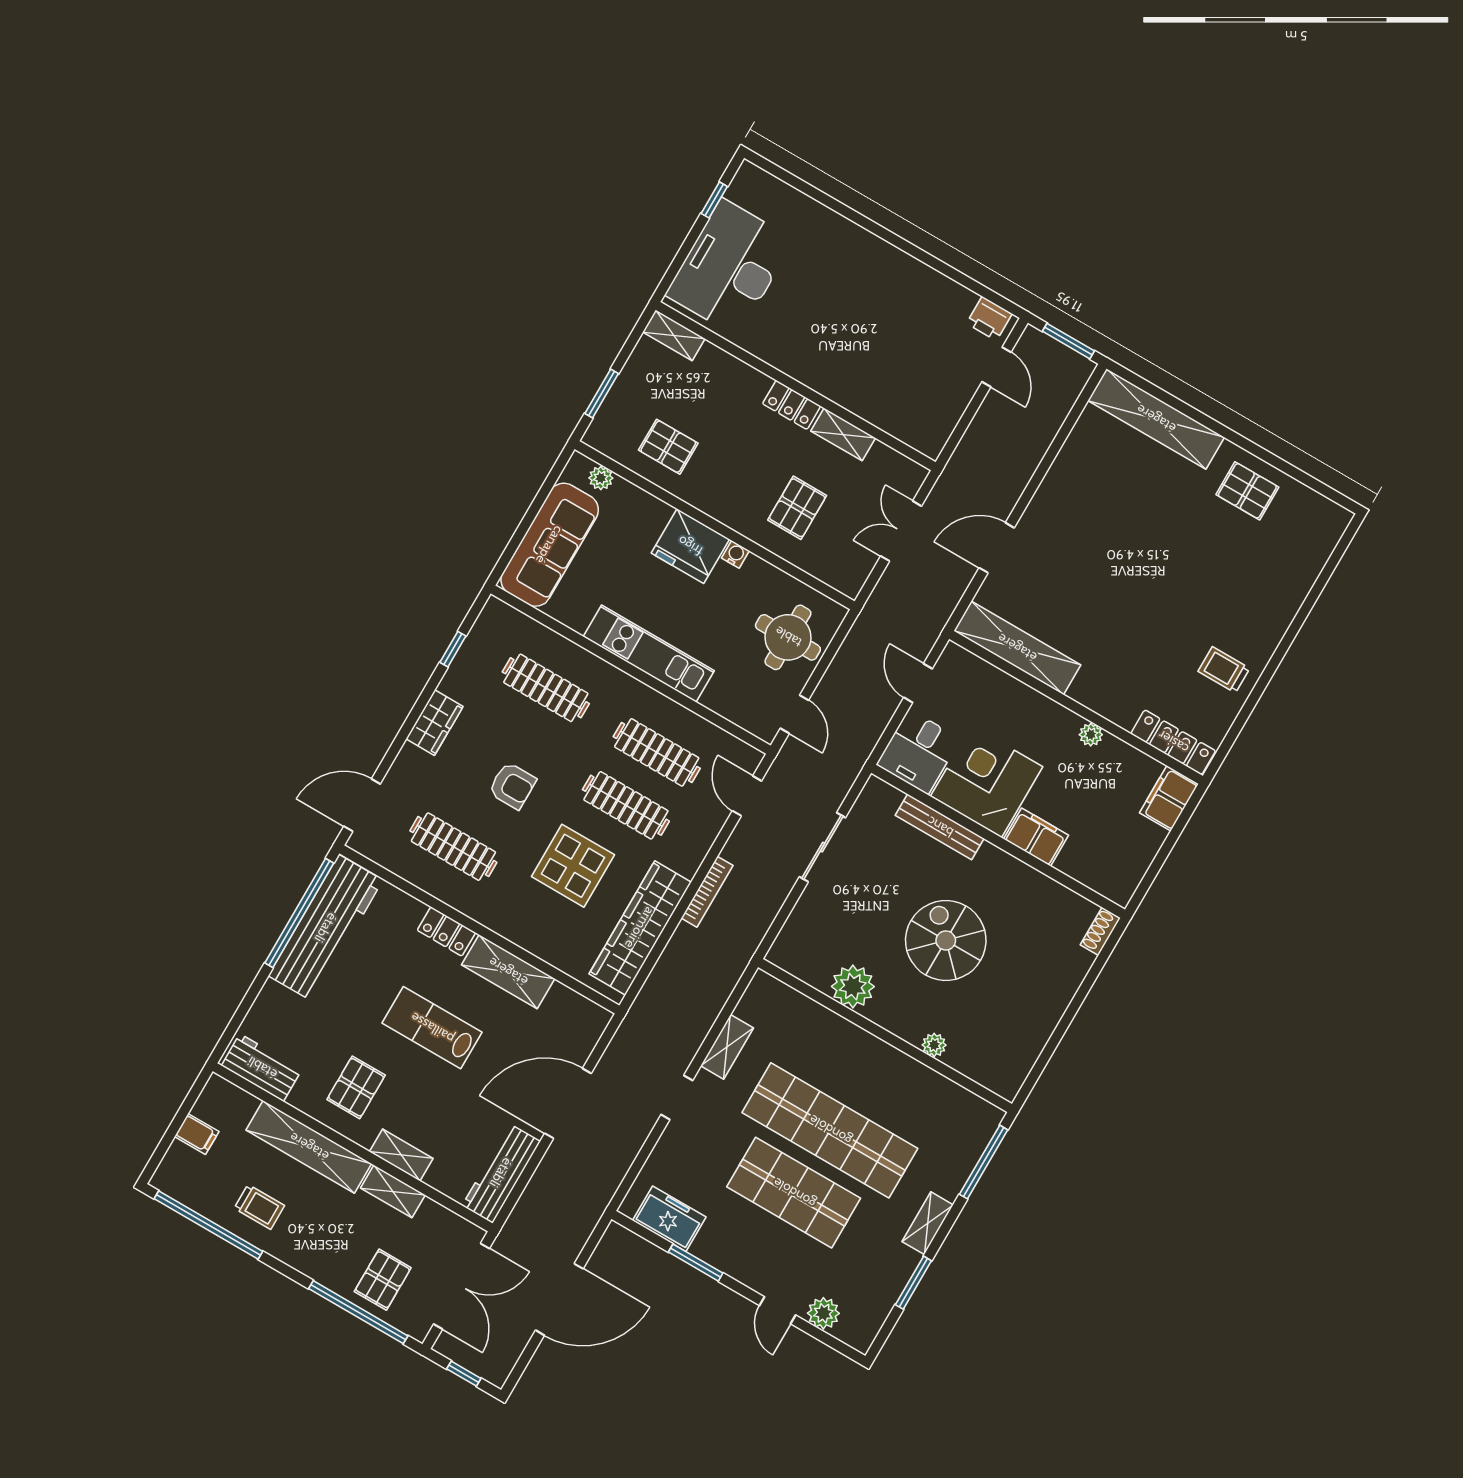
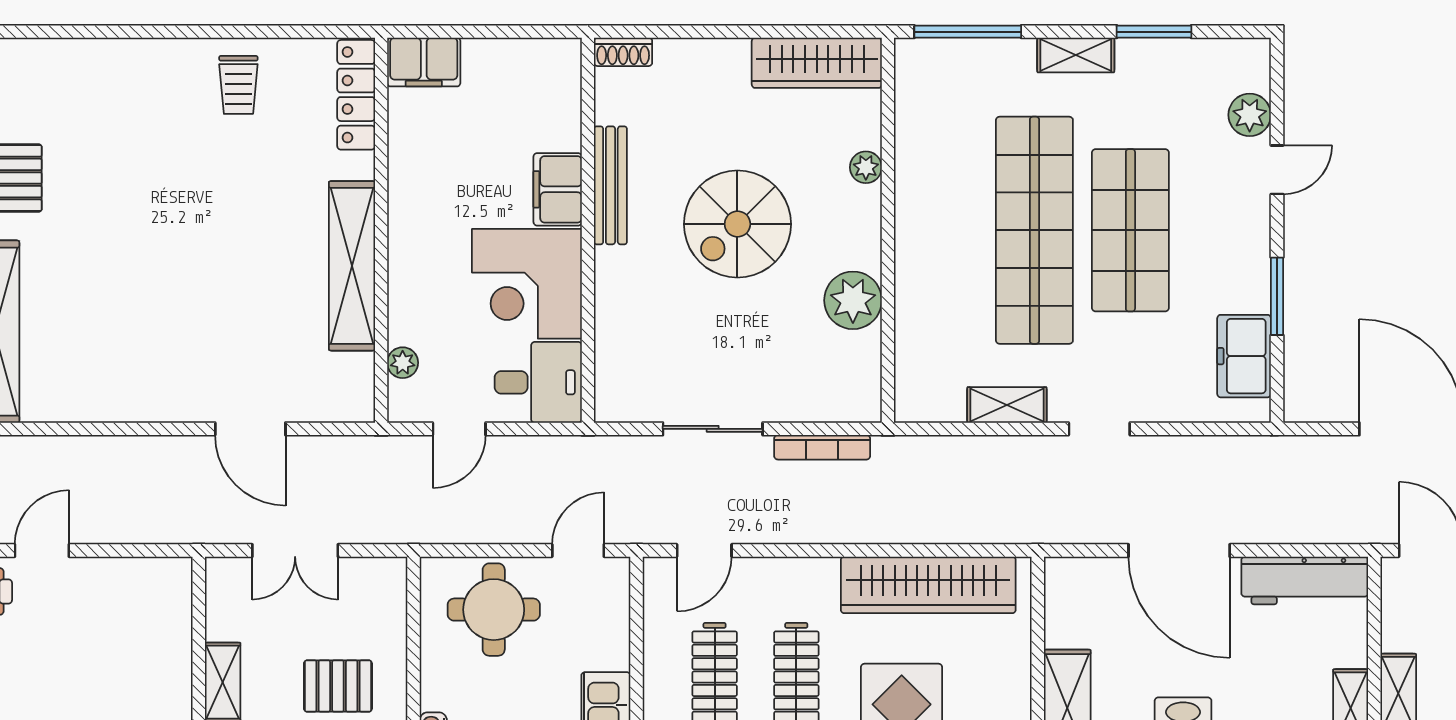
shelving: (1017, 648) -> (352, 266), moved
plant: (1091, 735) -> (403, 363), moved
bench: (940, 827) -> (610, 185), moved
bookcase: (707, 892) -> (822, 447), moved, turned 180
wardrobe: (1020, 1053) -> (817, 63), added

